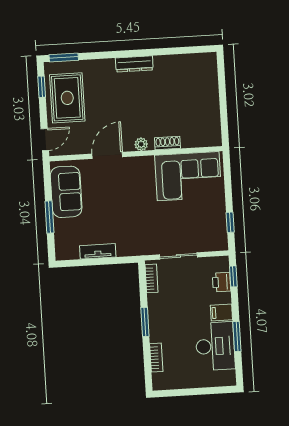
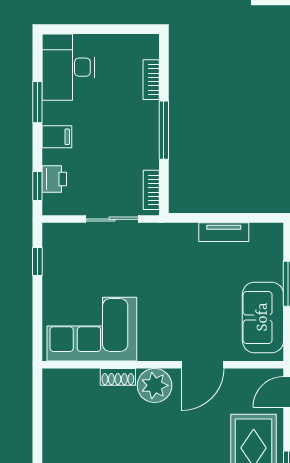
plant: (141, 144) -> (155, 385), width x1.87, depth x1.87
window: (145, 322) -> (164, 130), width x1.44
desk: (215, 346) -> (68, 67), moved

